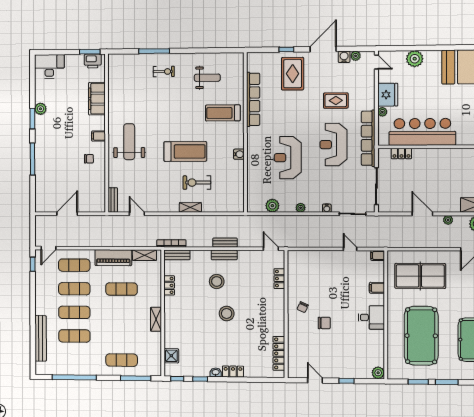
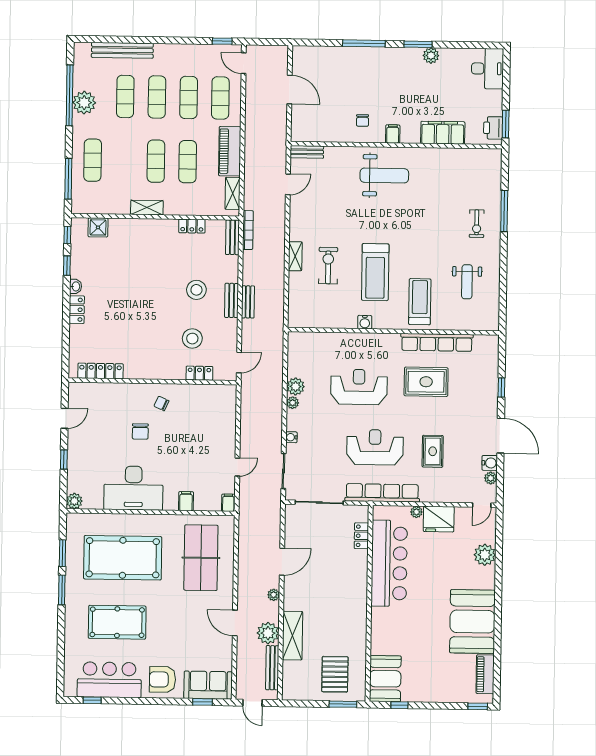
rug: (293, 74) -> (426, 382), moved
treadmill: (185, 151) -> (375, 272), moved
plant: (272, 206) -> (296, 386), moved
exercise mat: (122, 313) -> (156, 161), added
stool: (227, 313) -> (192, 339), moved
desk: (371, 317) -> (133, 488), width x1.87, depth x1.30
plant: (79, 367) -> (84, 103), added

